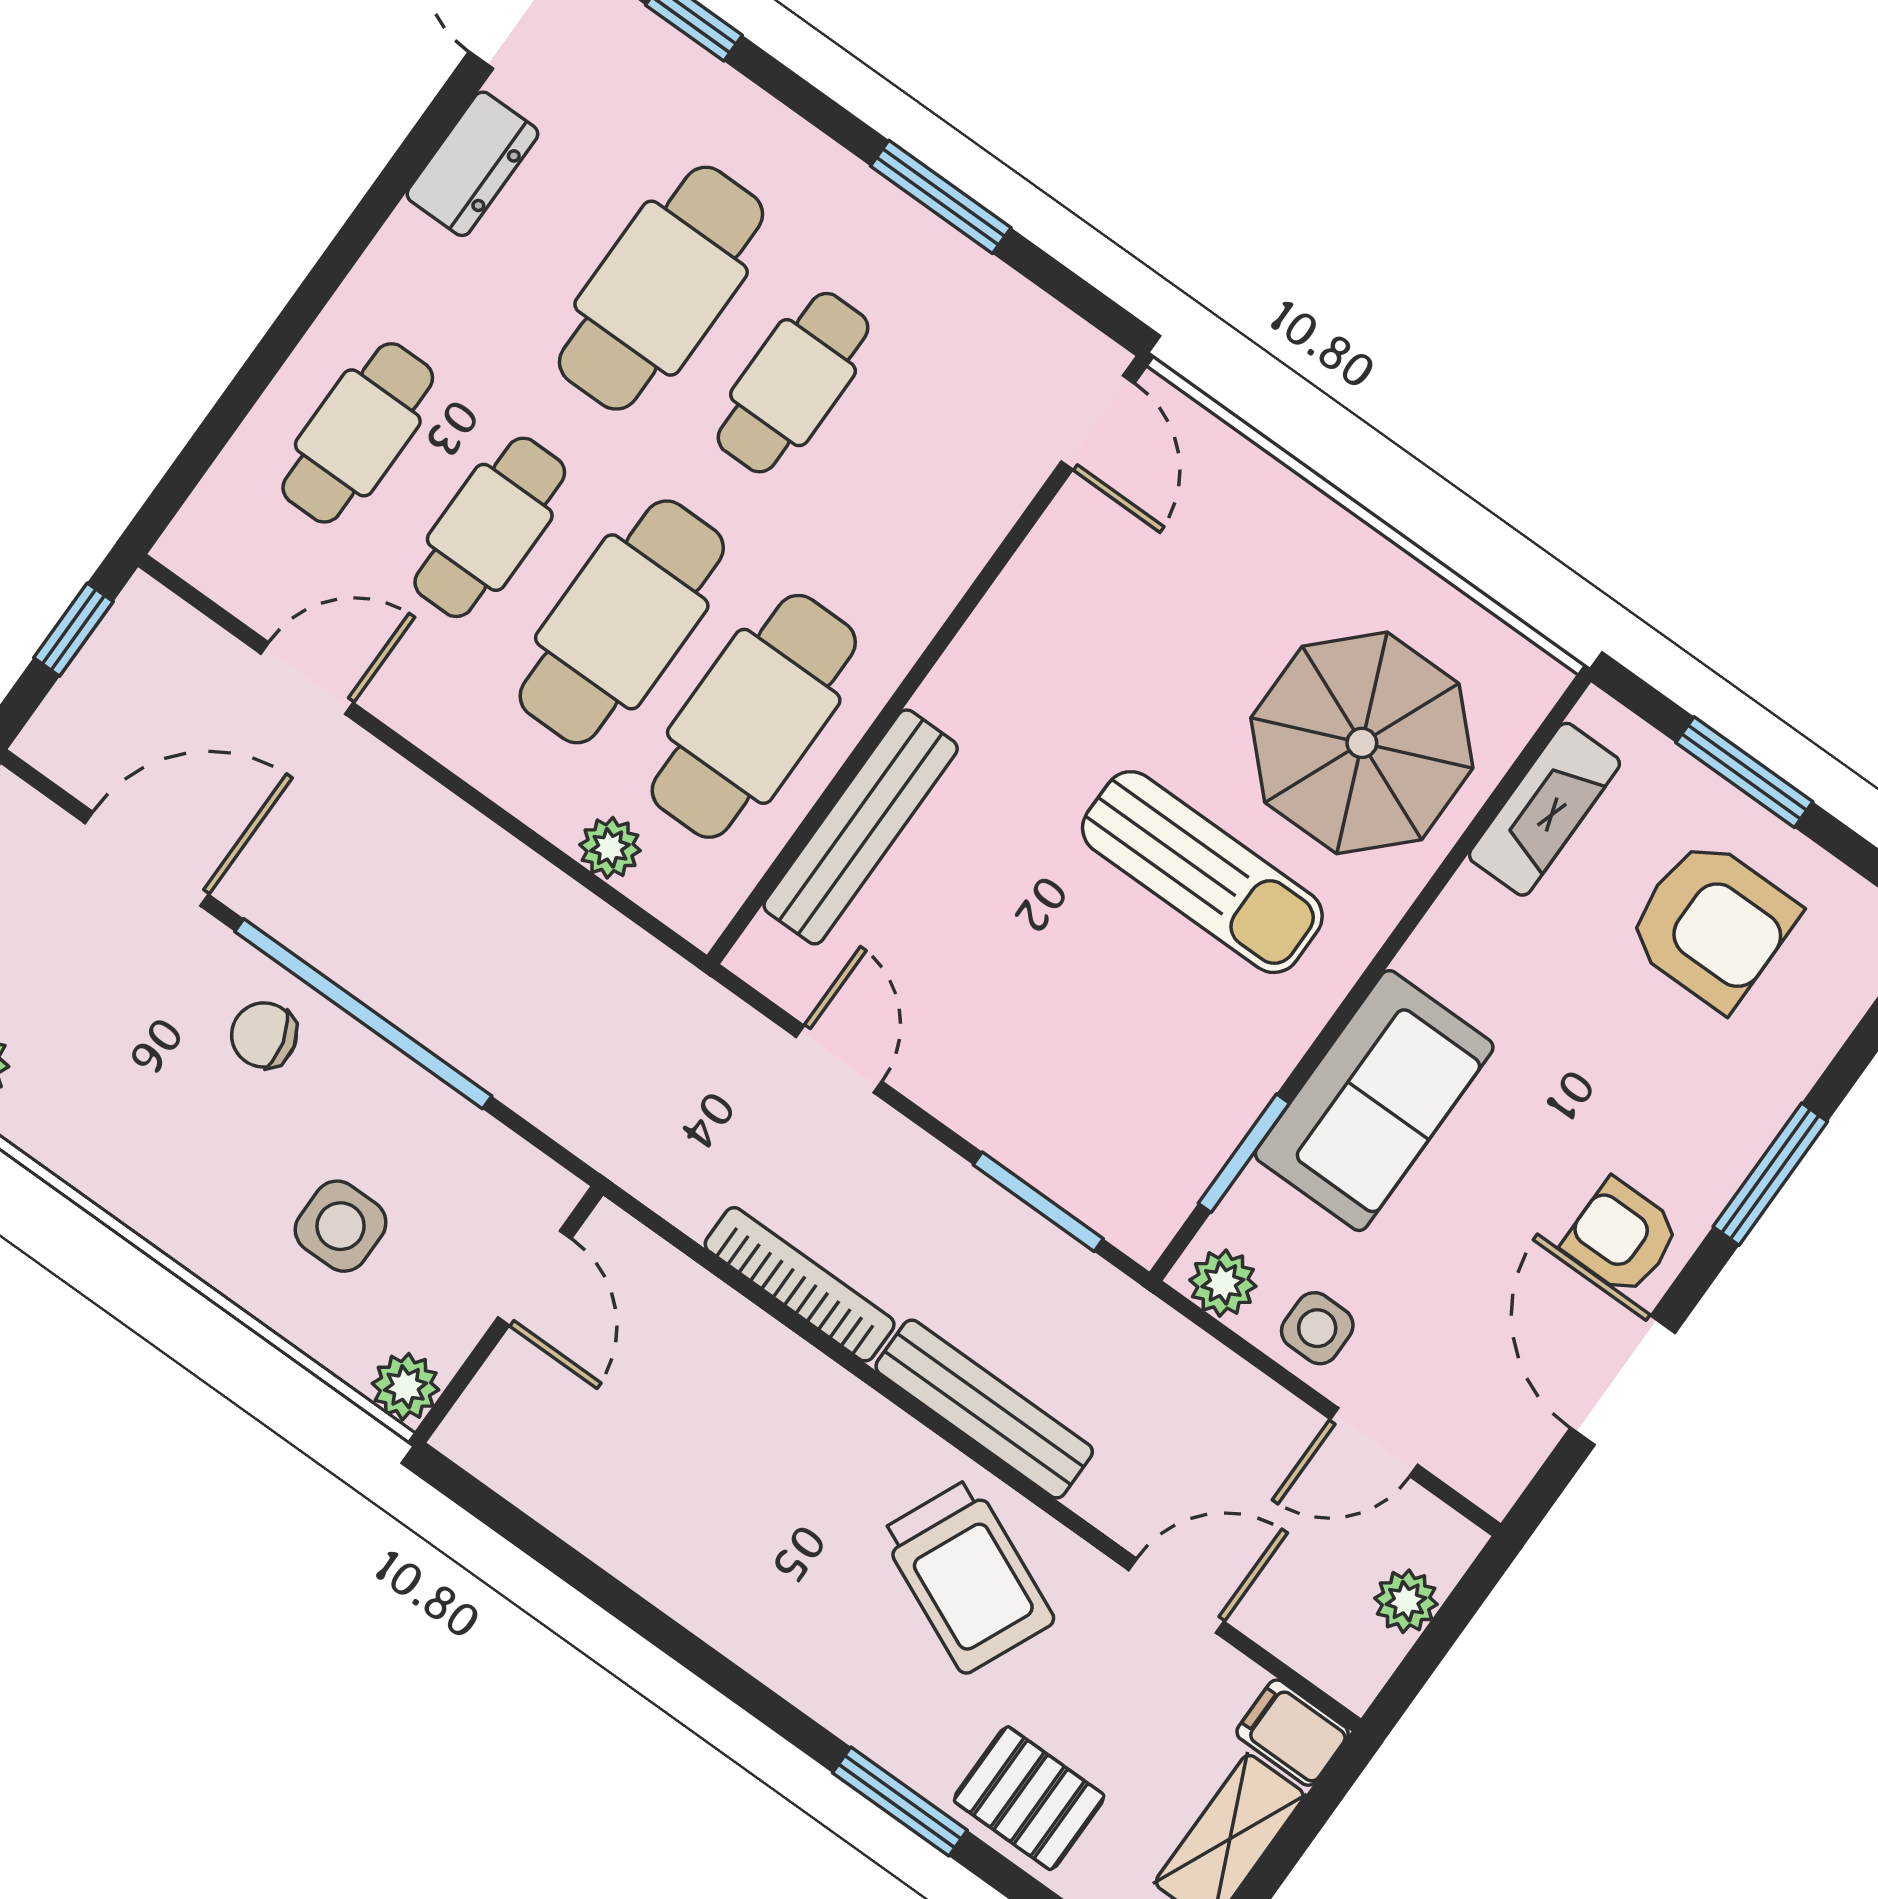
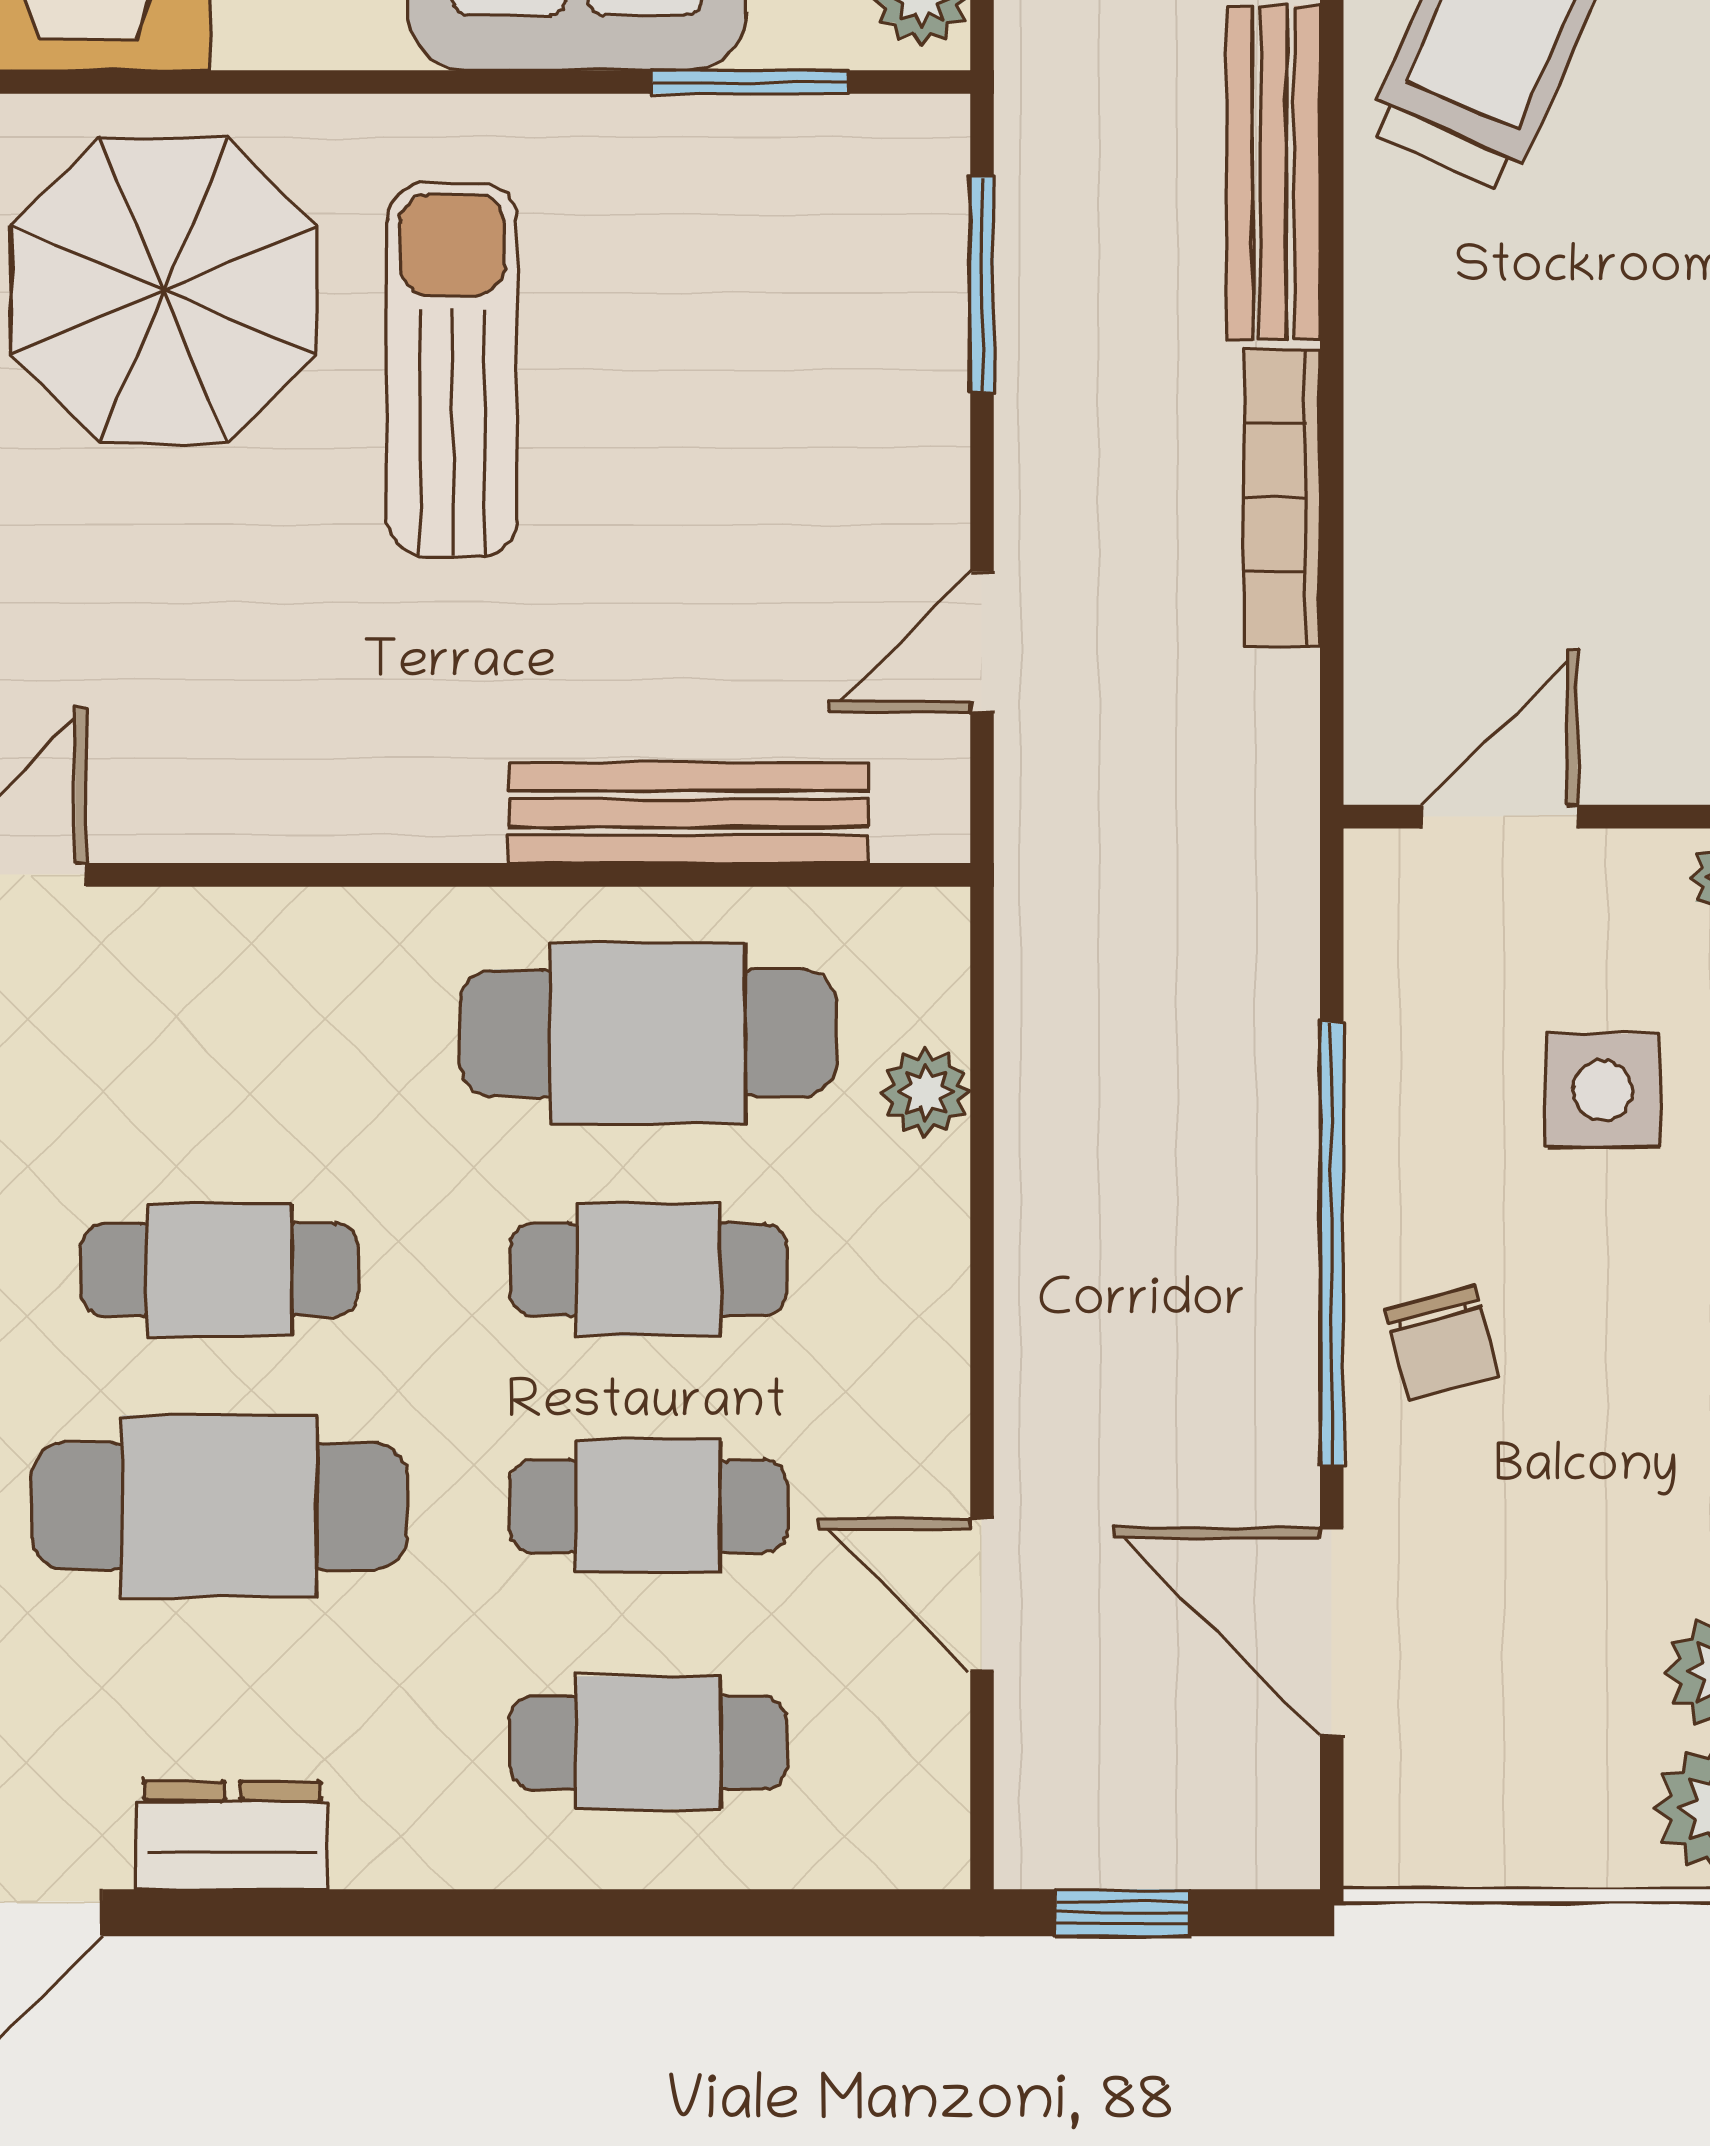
cafe table: (622, 622) -> (648, 1270), width x0.73, depth x0.74

